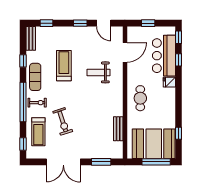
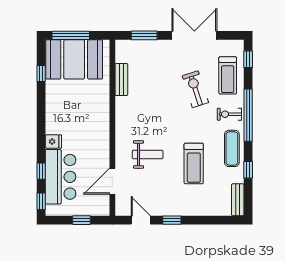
window: (46, 23) -> (217, 220), removed
cafe table: (140, 98) -> (92, 120), removed
treadmill: (38, 132) -> (228, 75), turned 180

